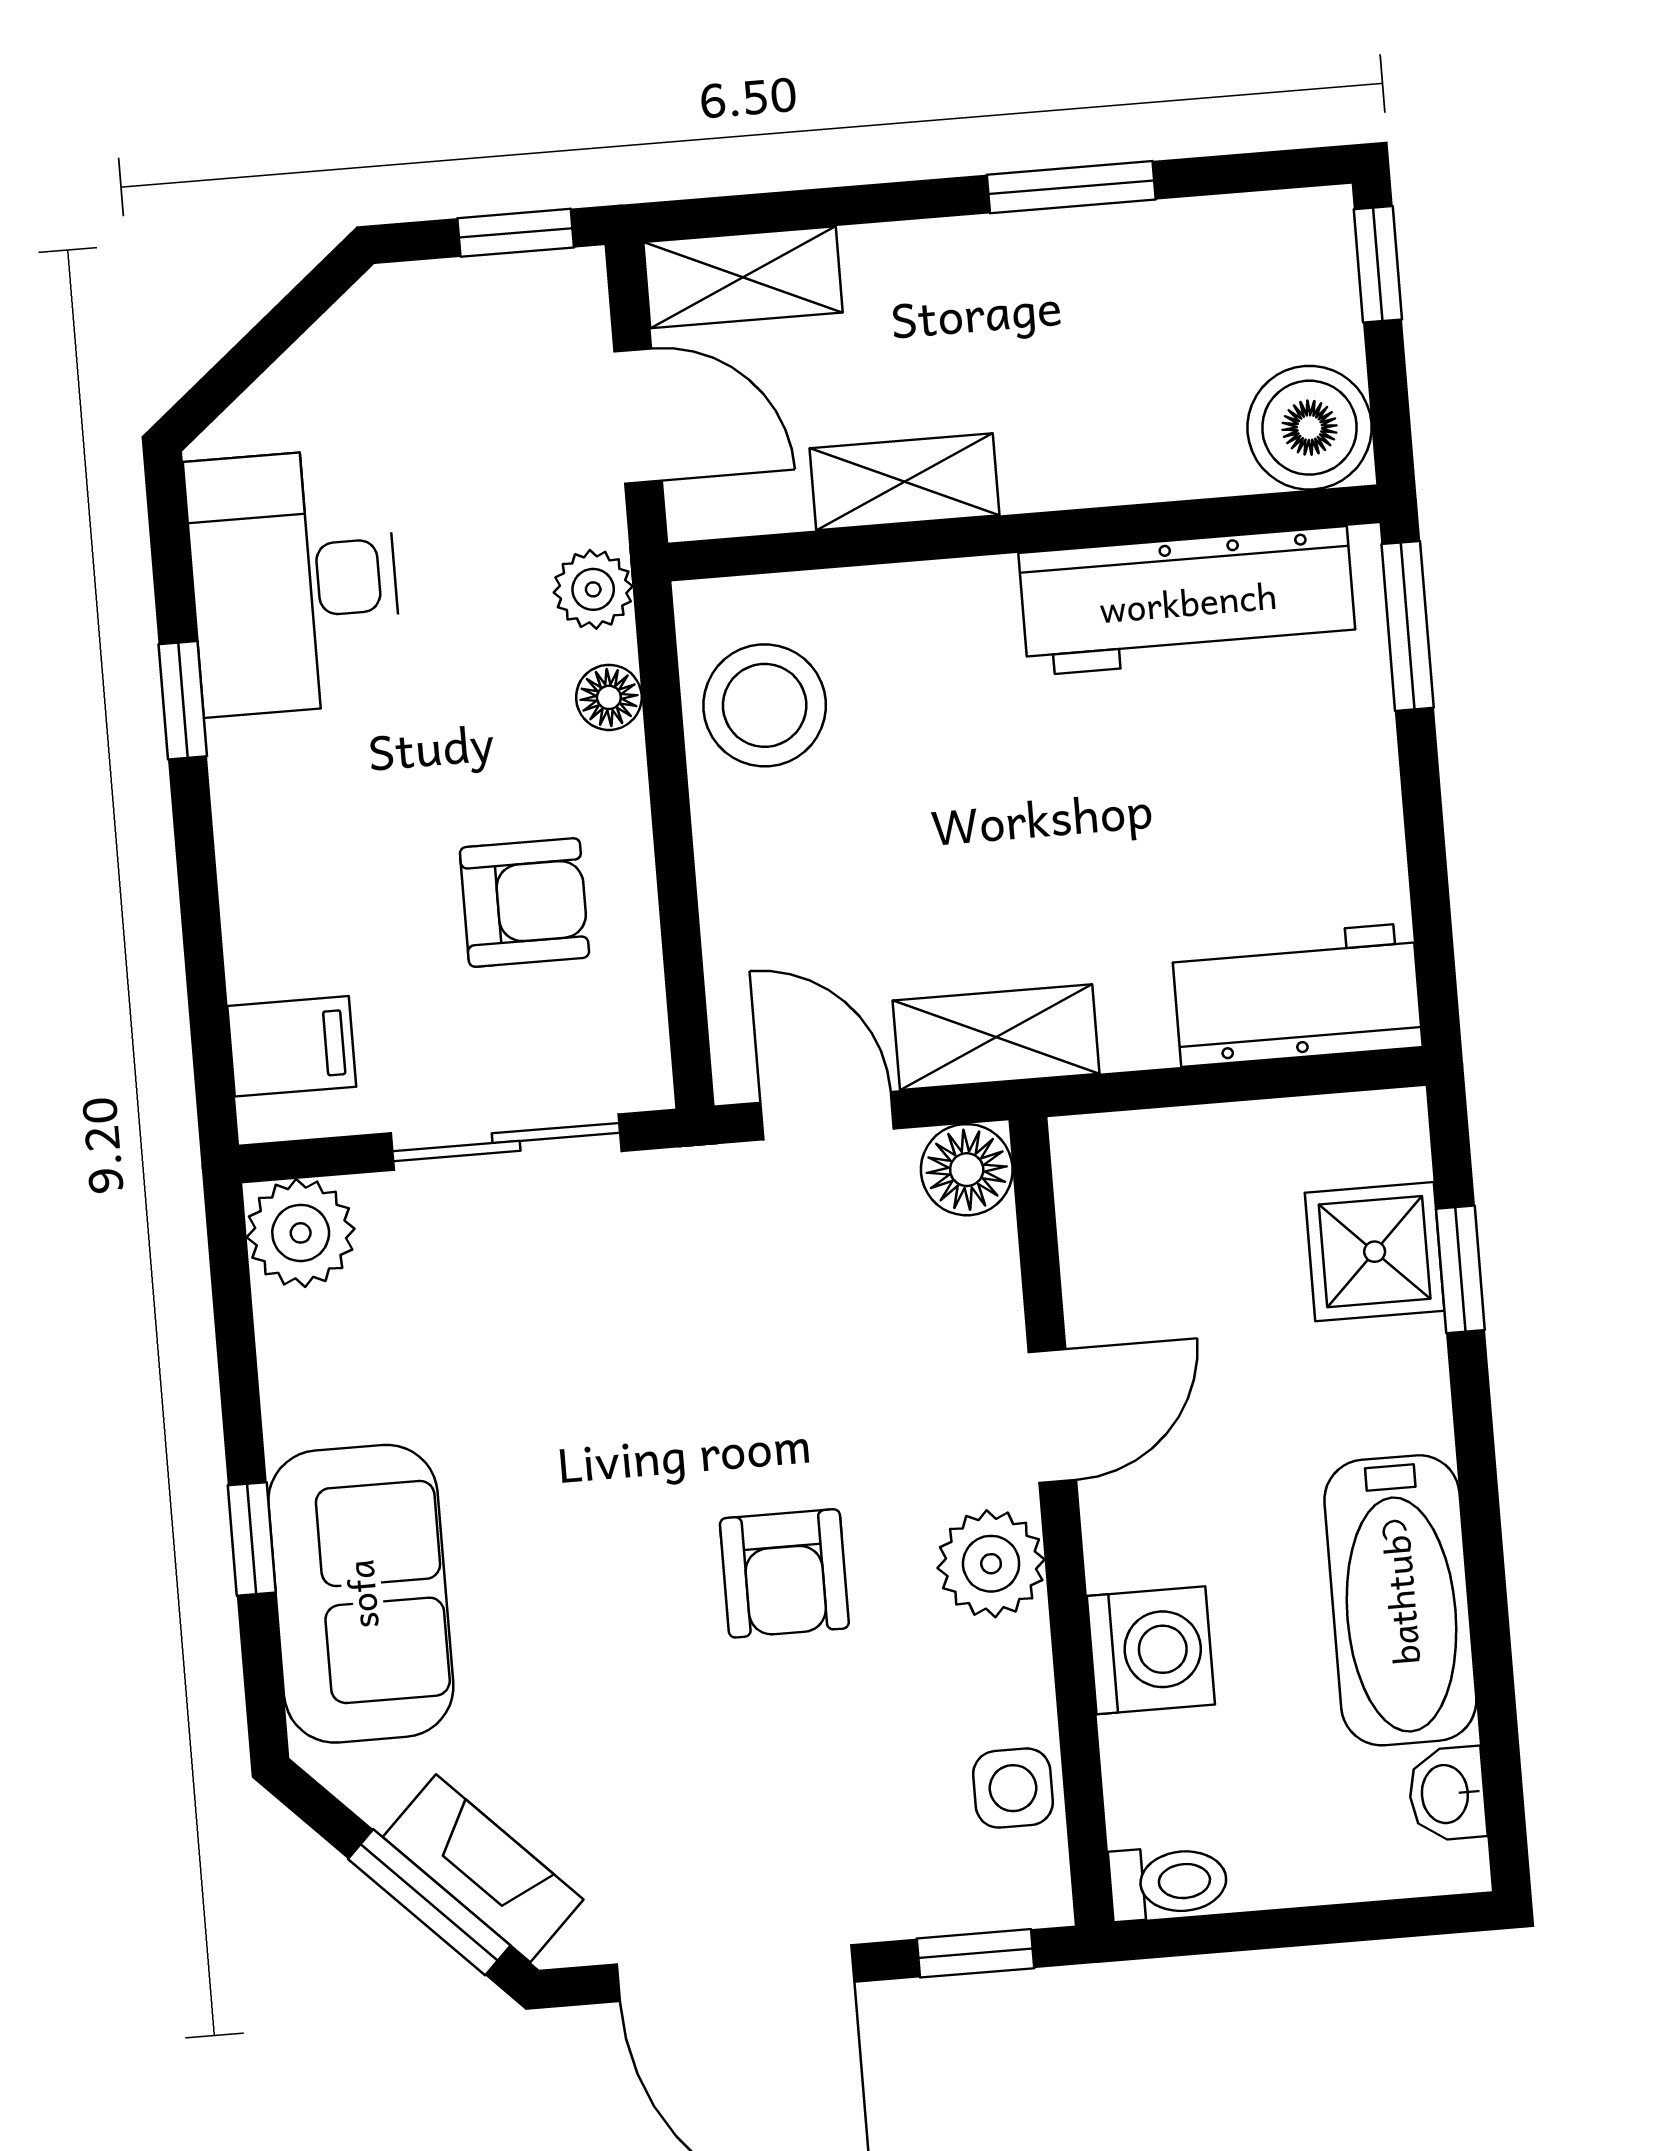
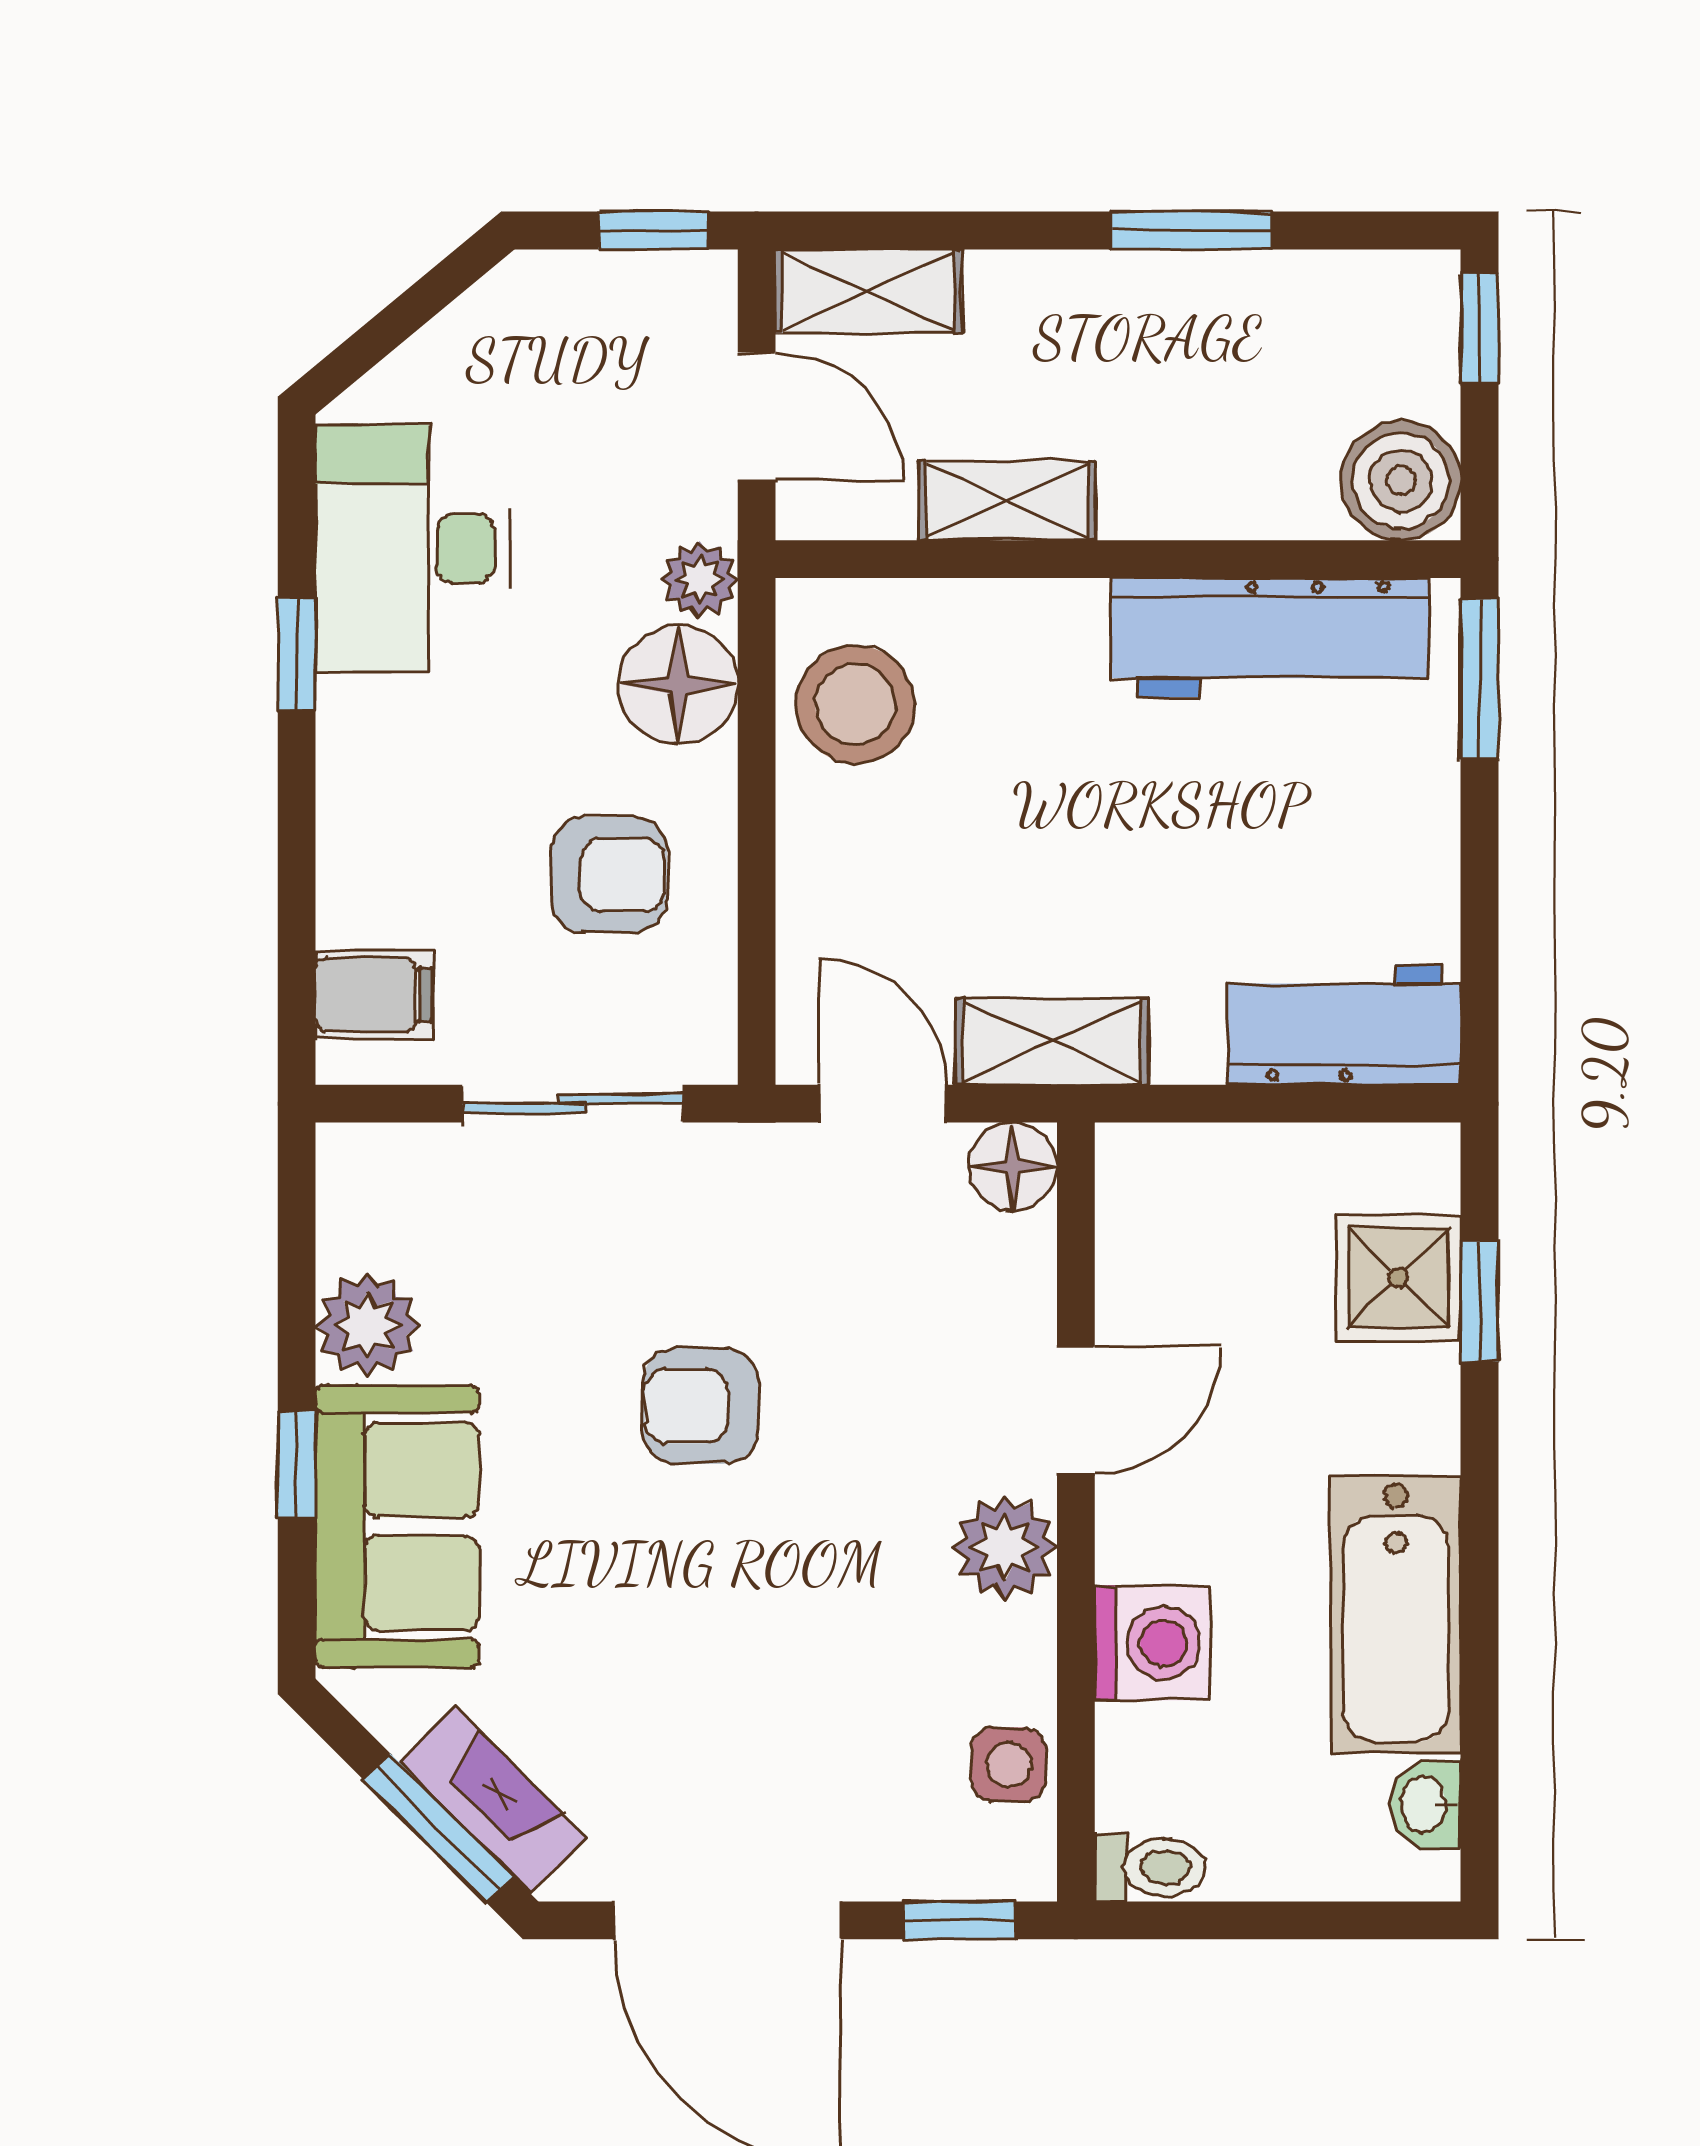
floor lamp: (609, 697) -> (678, 684), width x1.89, depth x1.89
plant: (301, 1233) -> (368, 1325), moved
armchair: (784, 1573) -> (700, 1406), moved, turned 90

